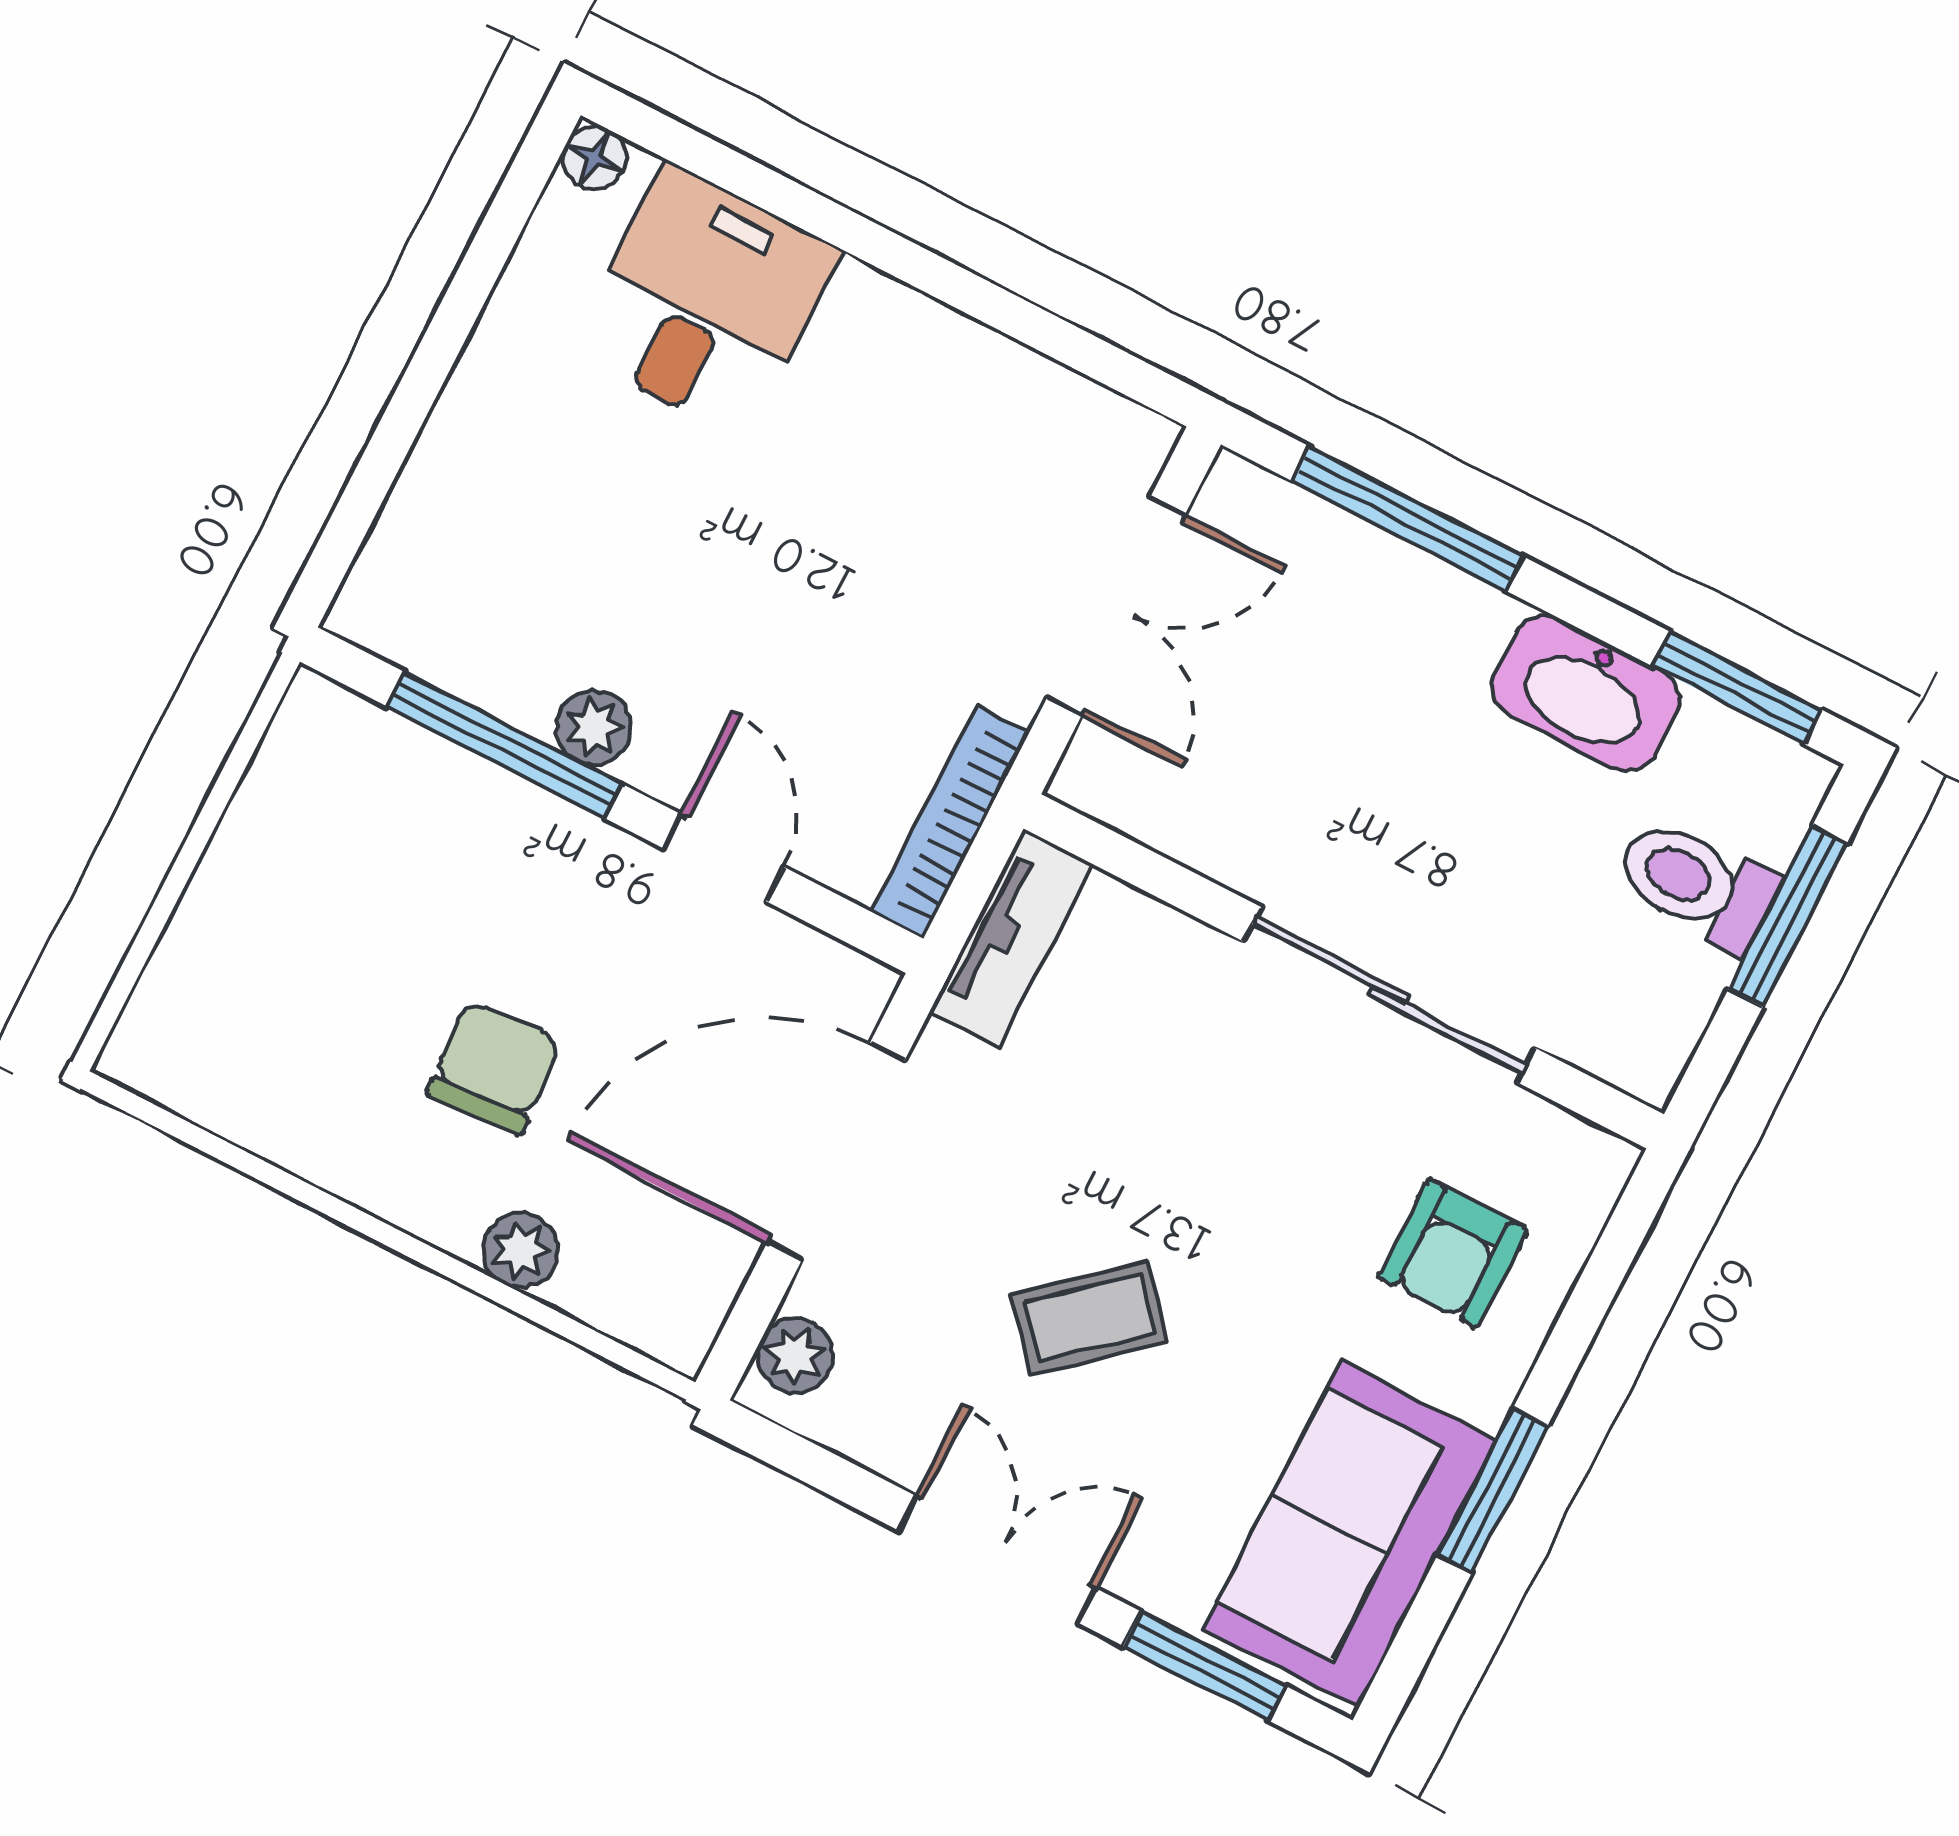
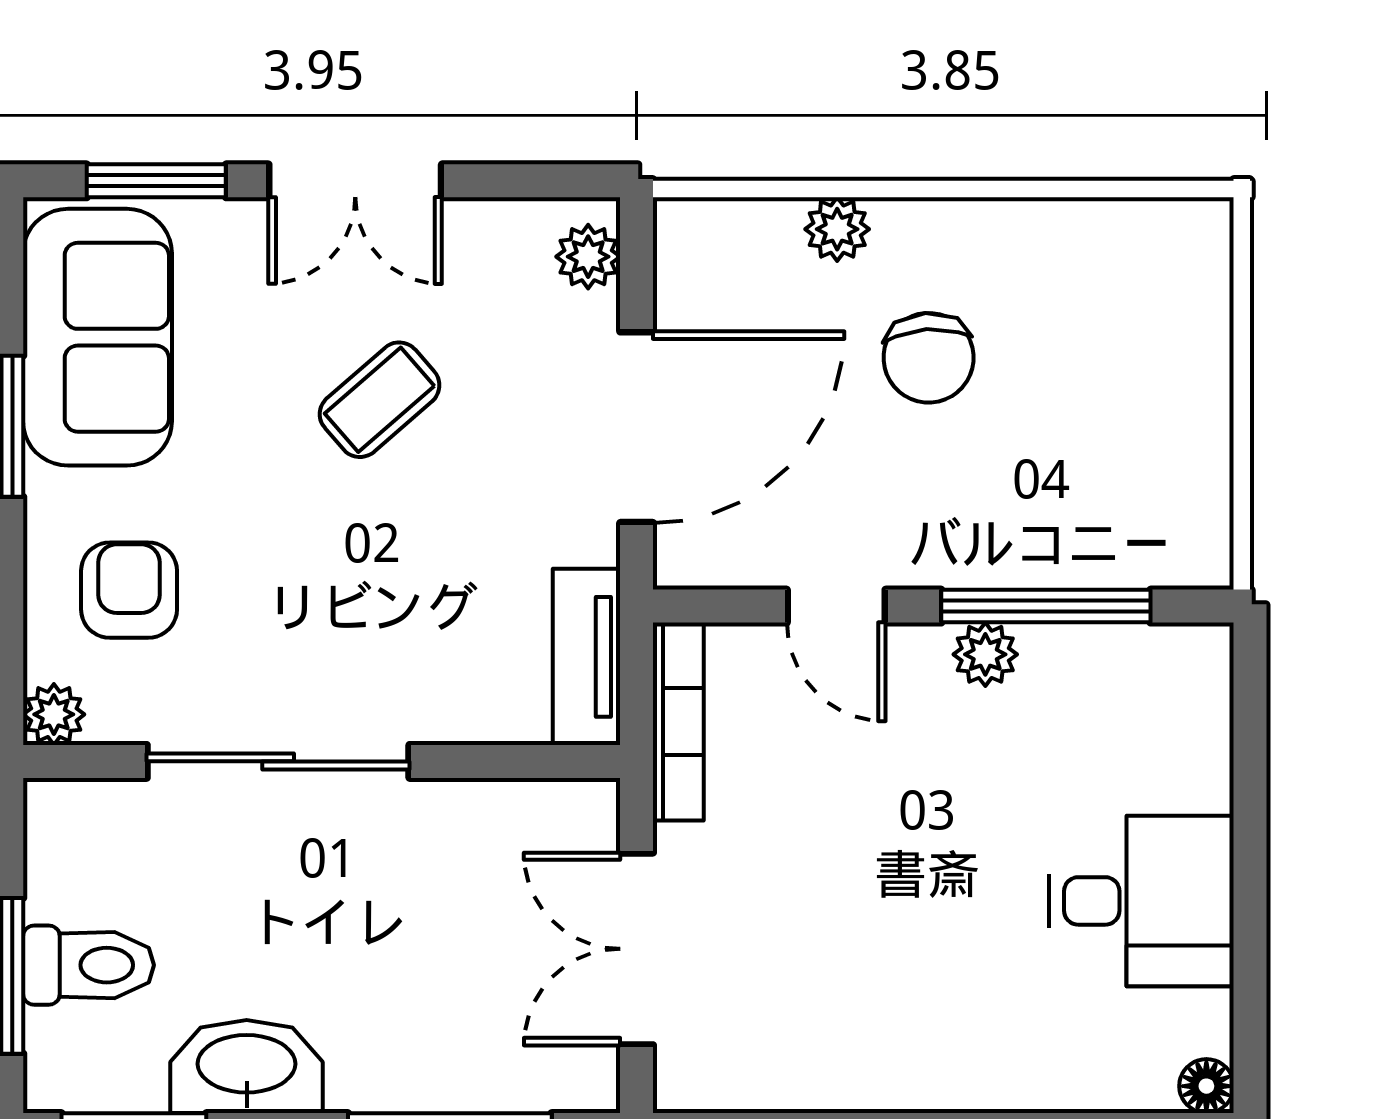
desk: (705, 301) -> (1141, 901), moved, turned -90
plant: (1598, 1164) -> (54, 714), added

